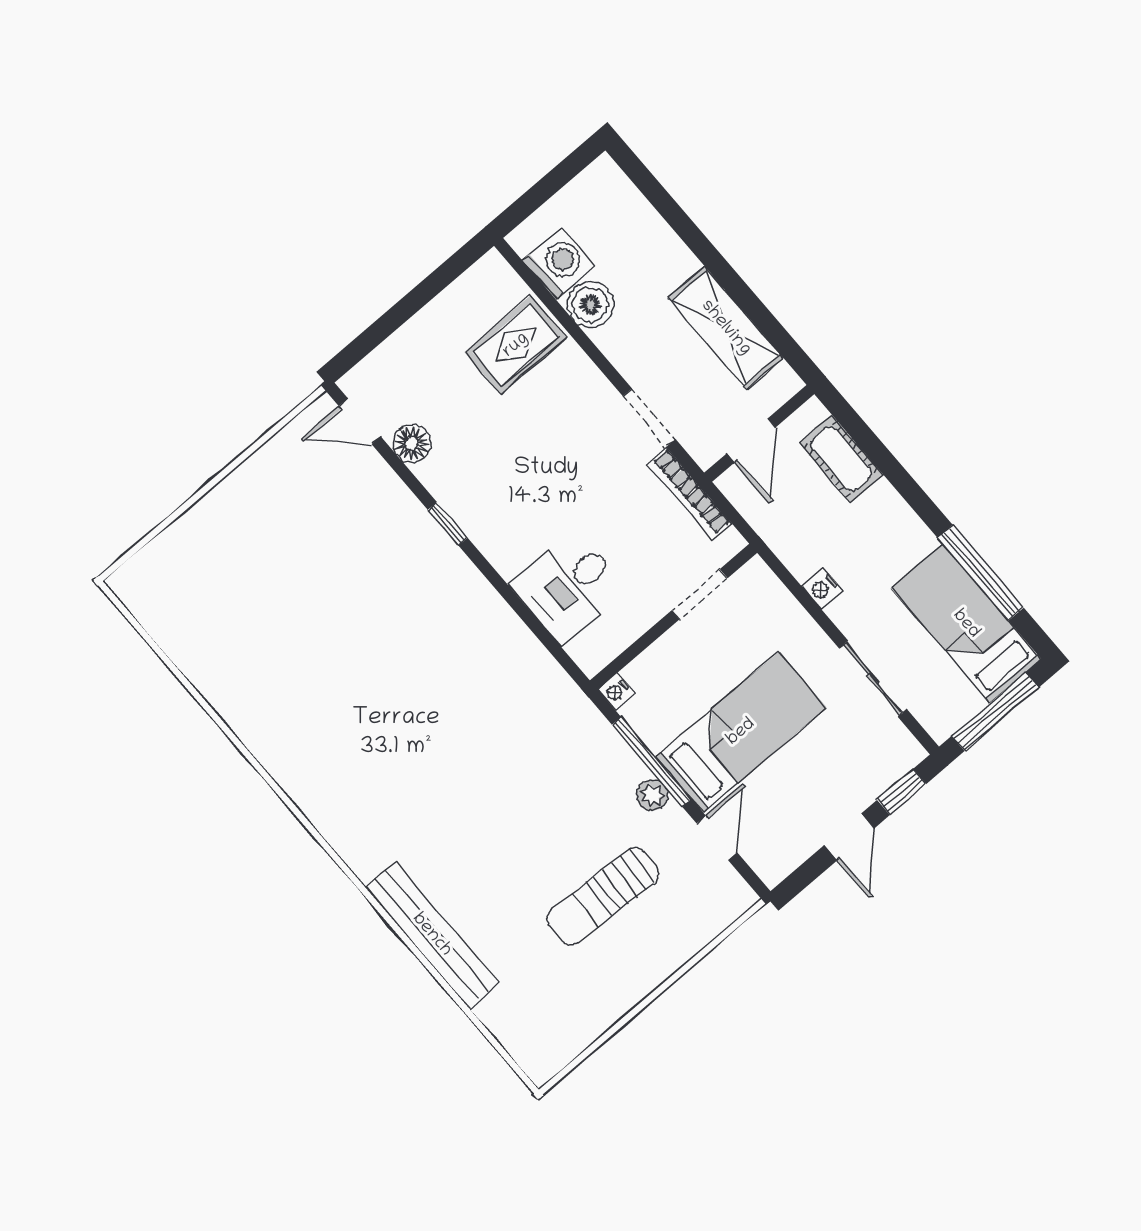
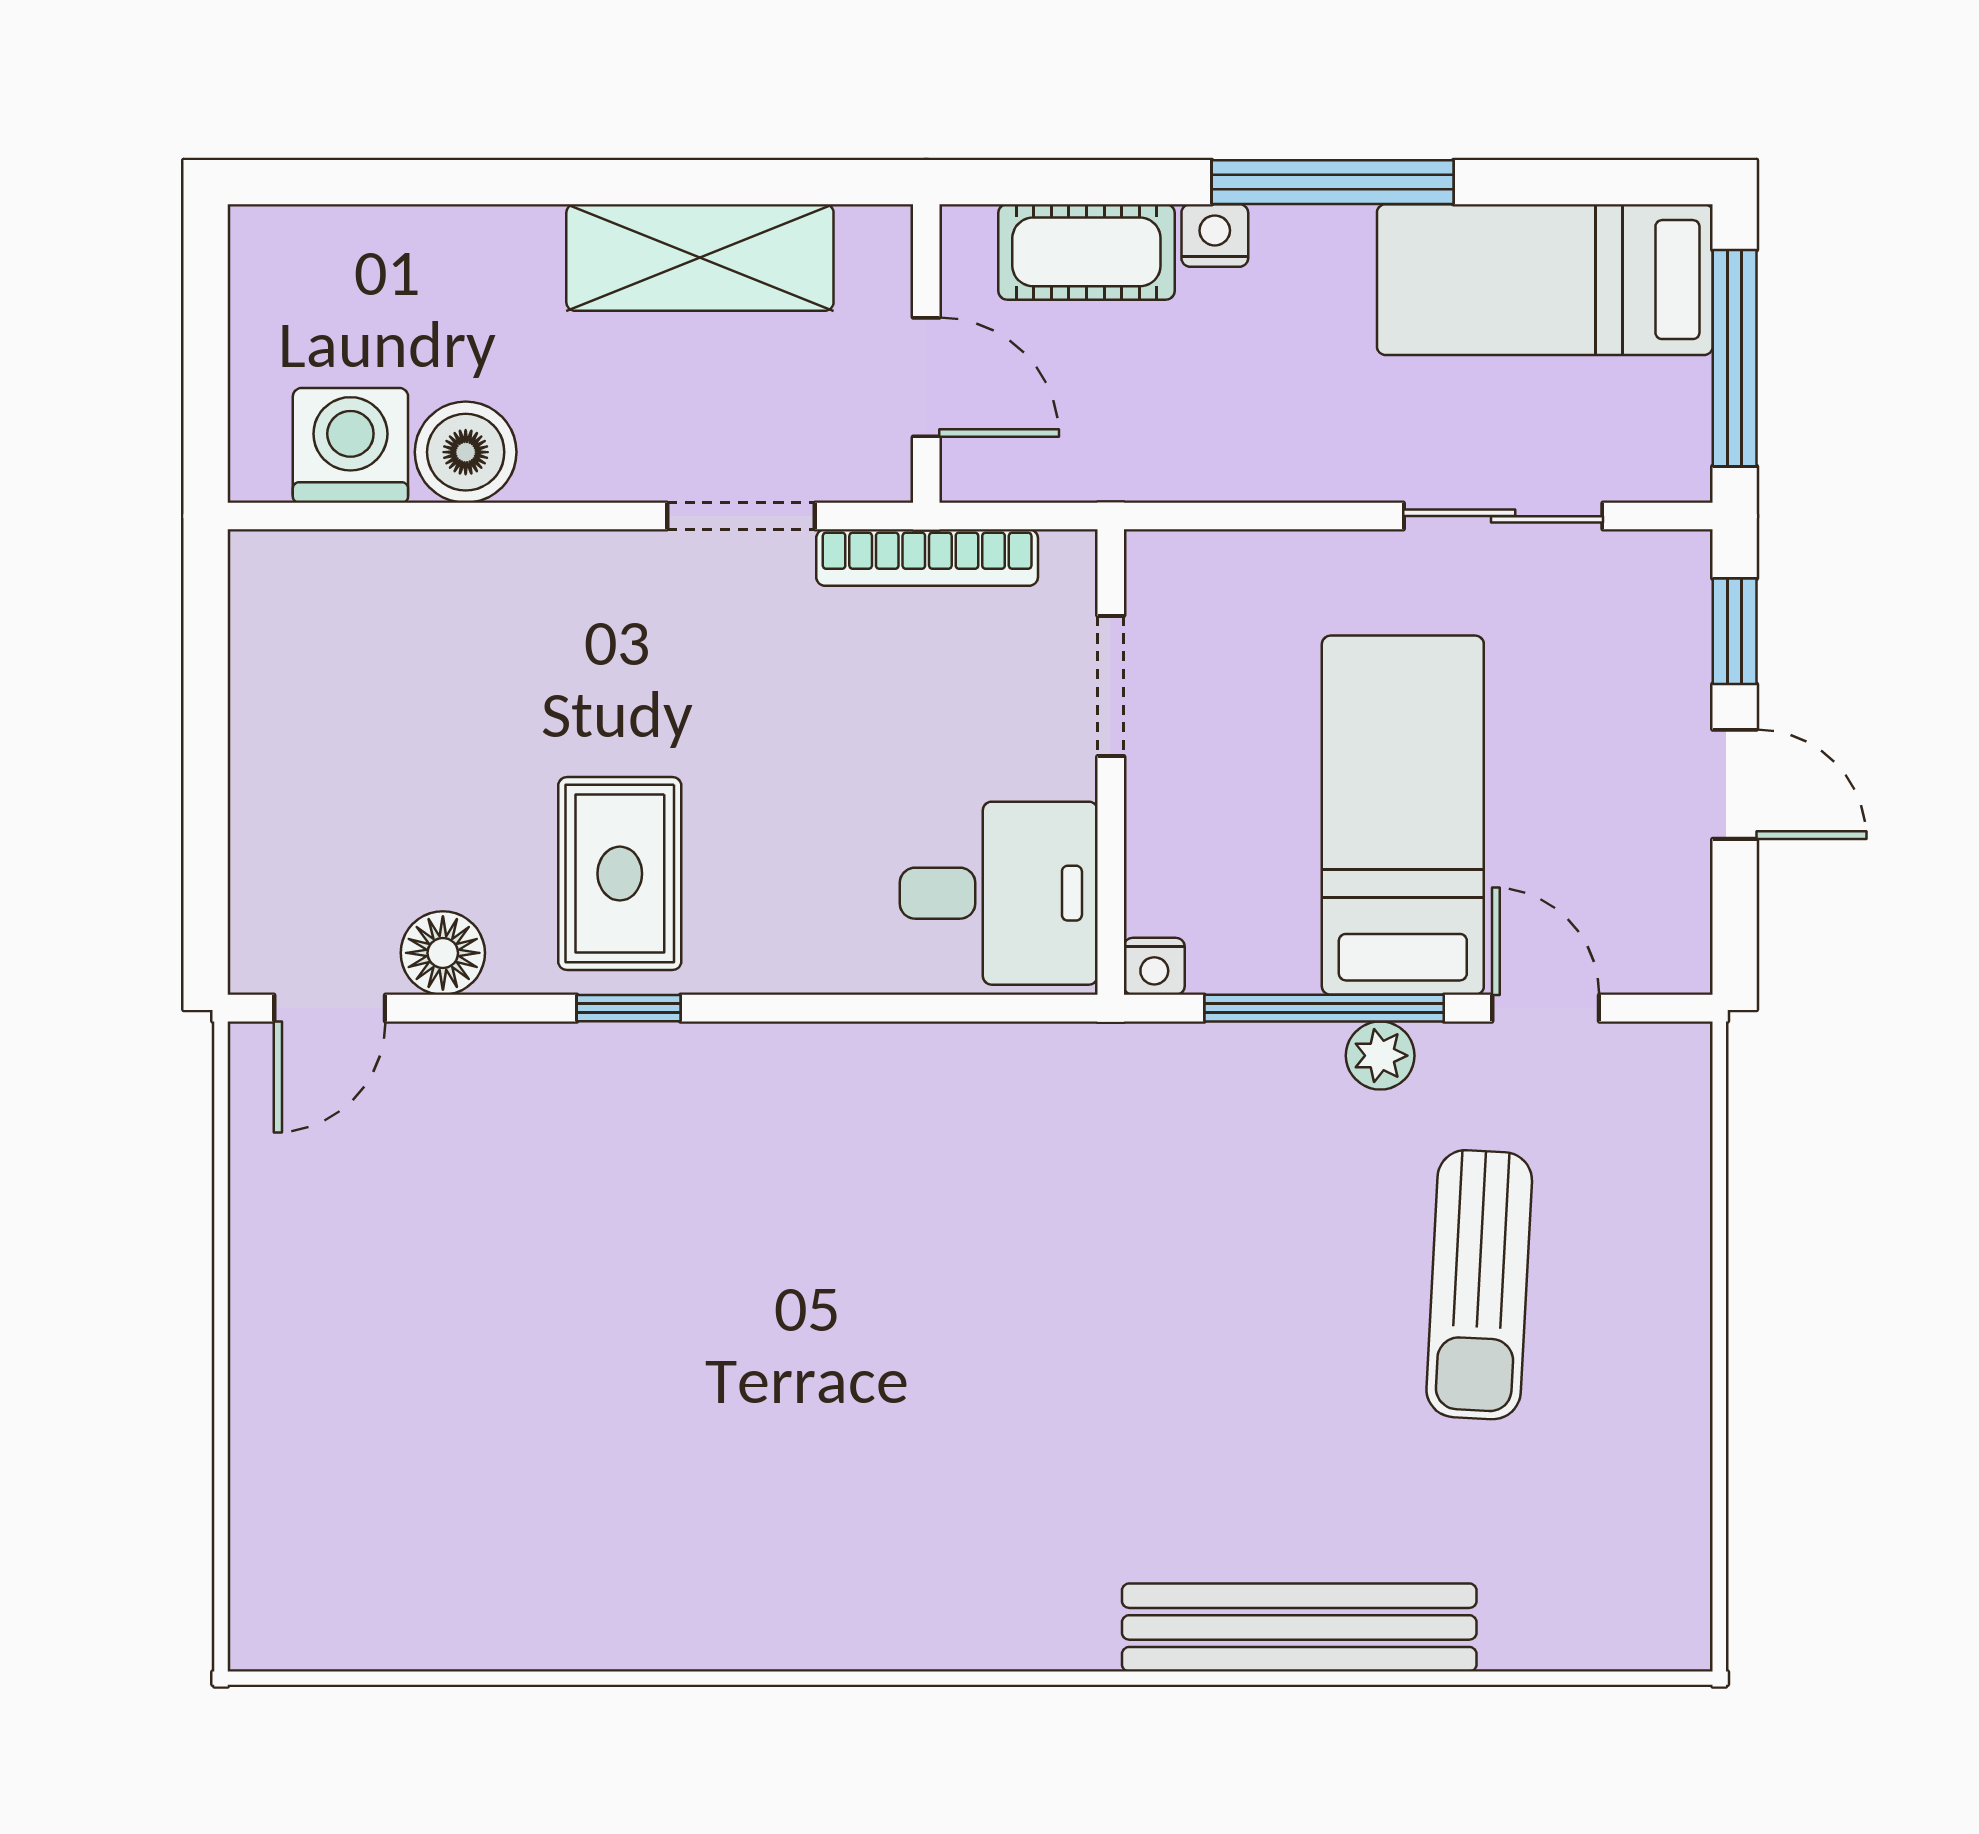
rug: (516, 345) -> (620, 874), moved
window: (981, 573) -> (1333, 182), moved
desk: (568, 587) -> (999, 893), moved, turned -90
nightstand: (822, 589) -> (1215, 235), moved, turned 180

